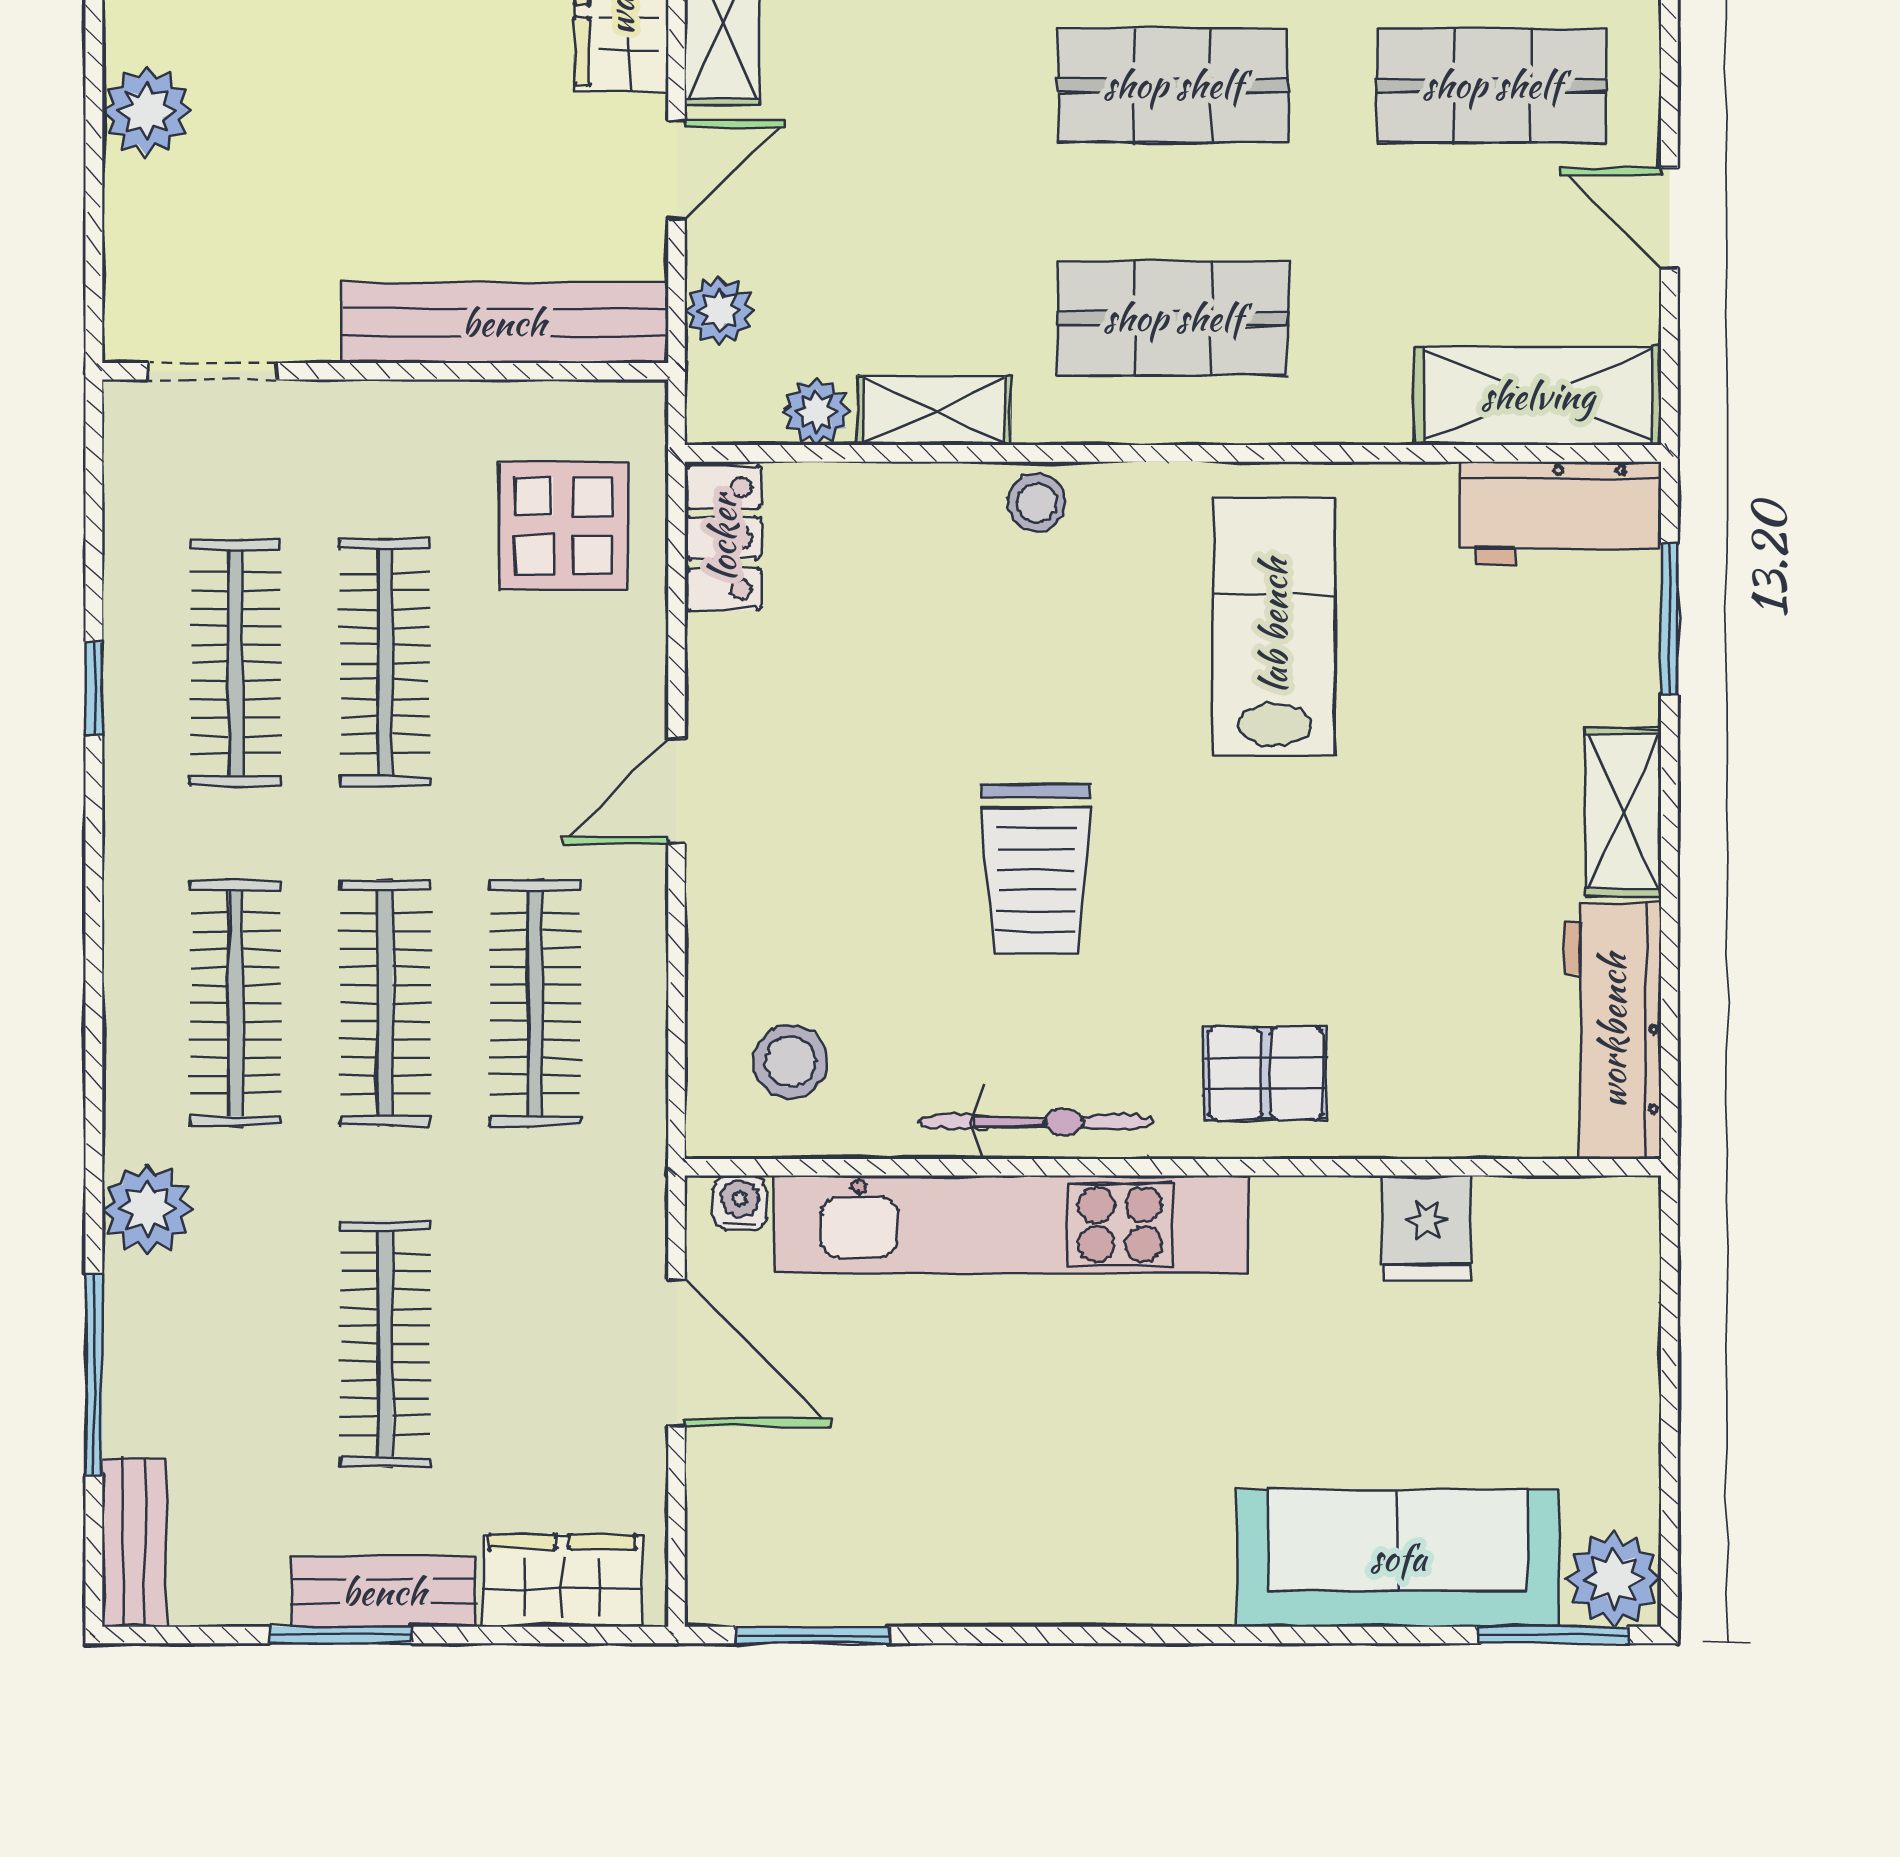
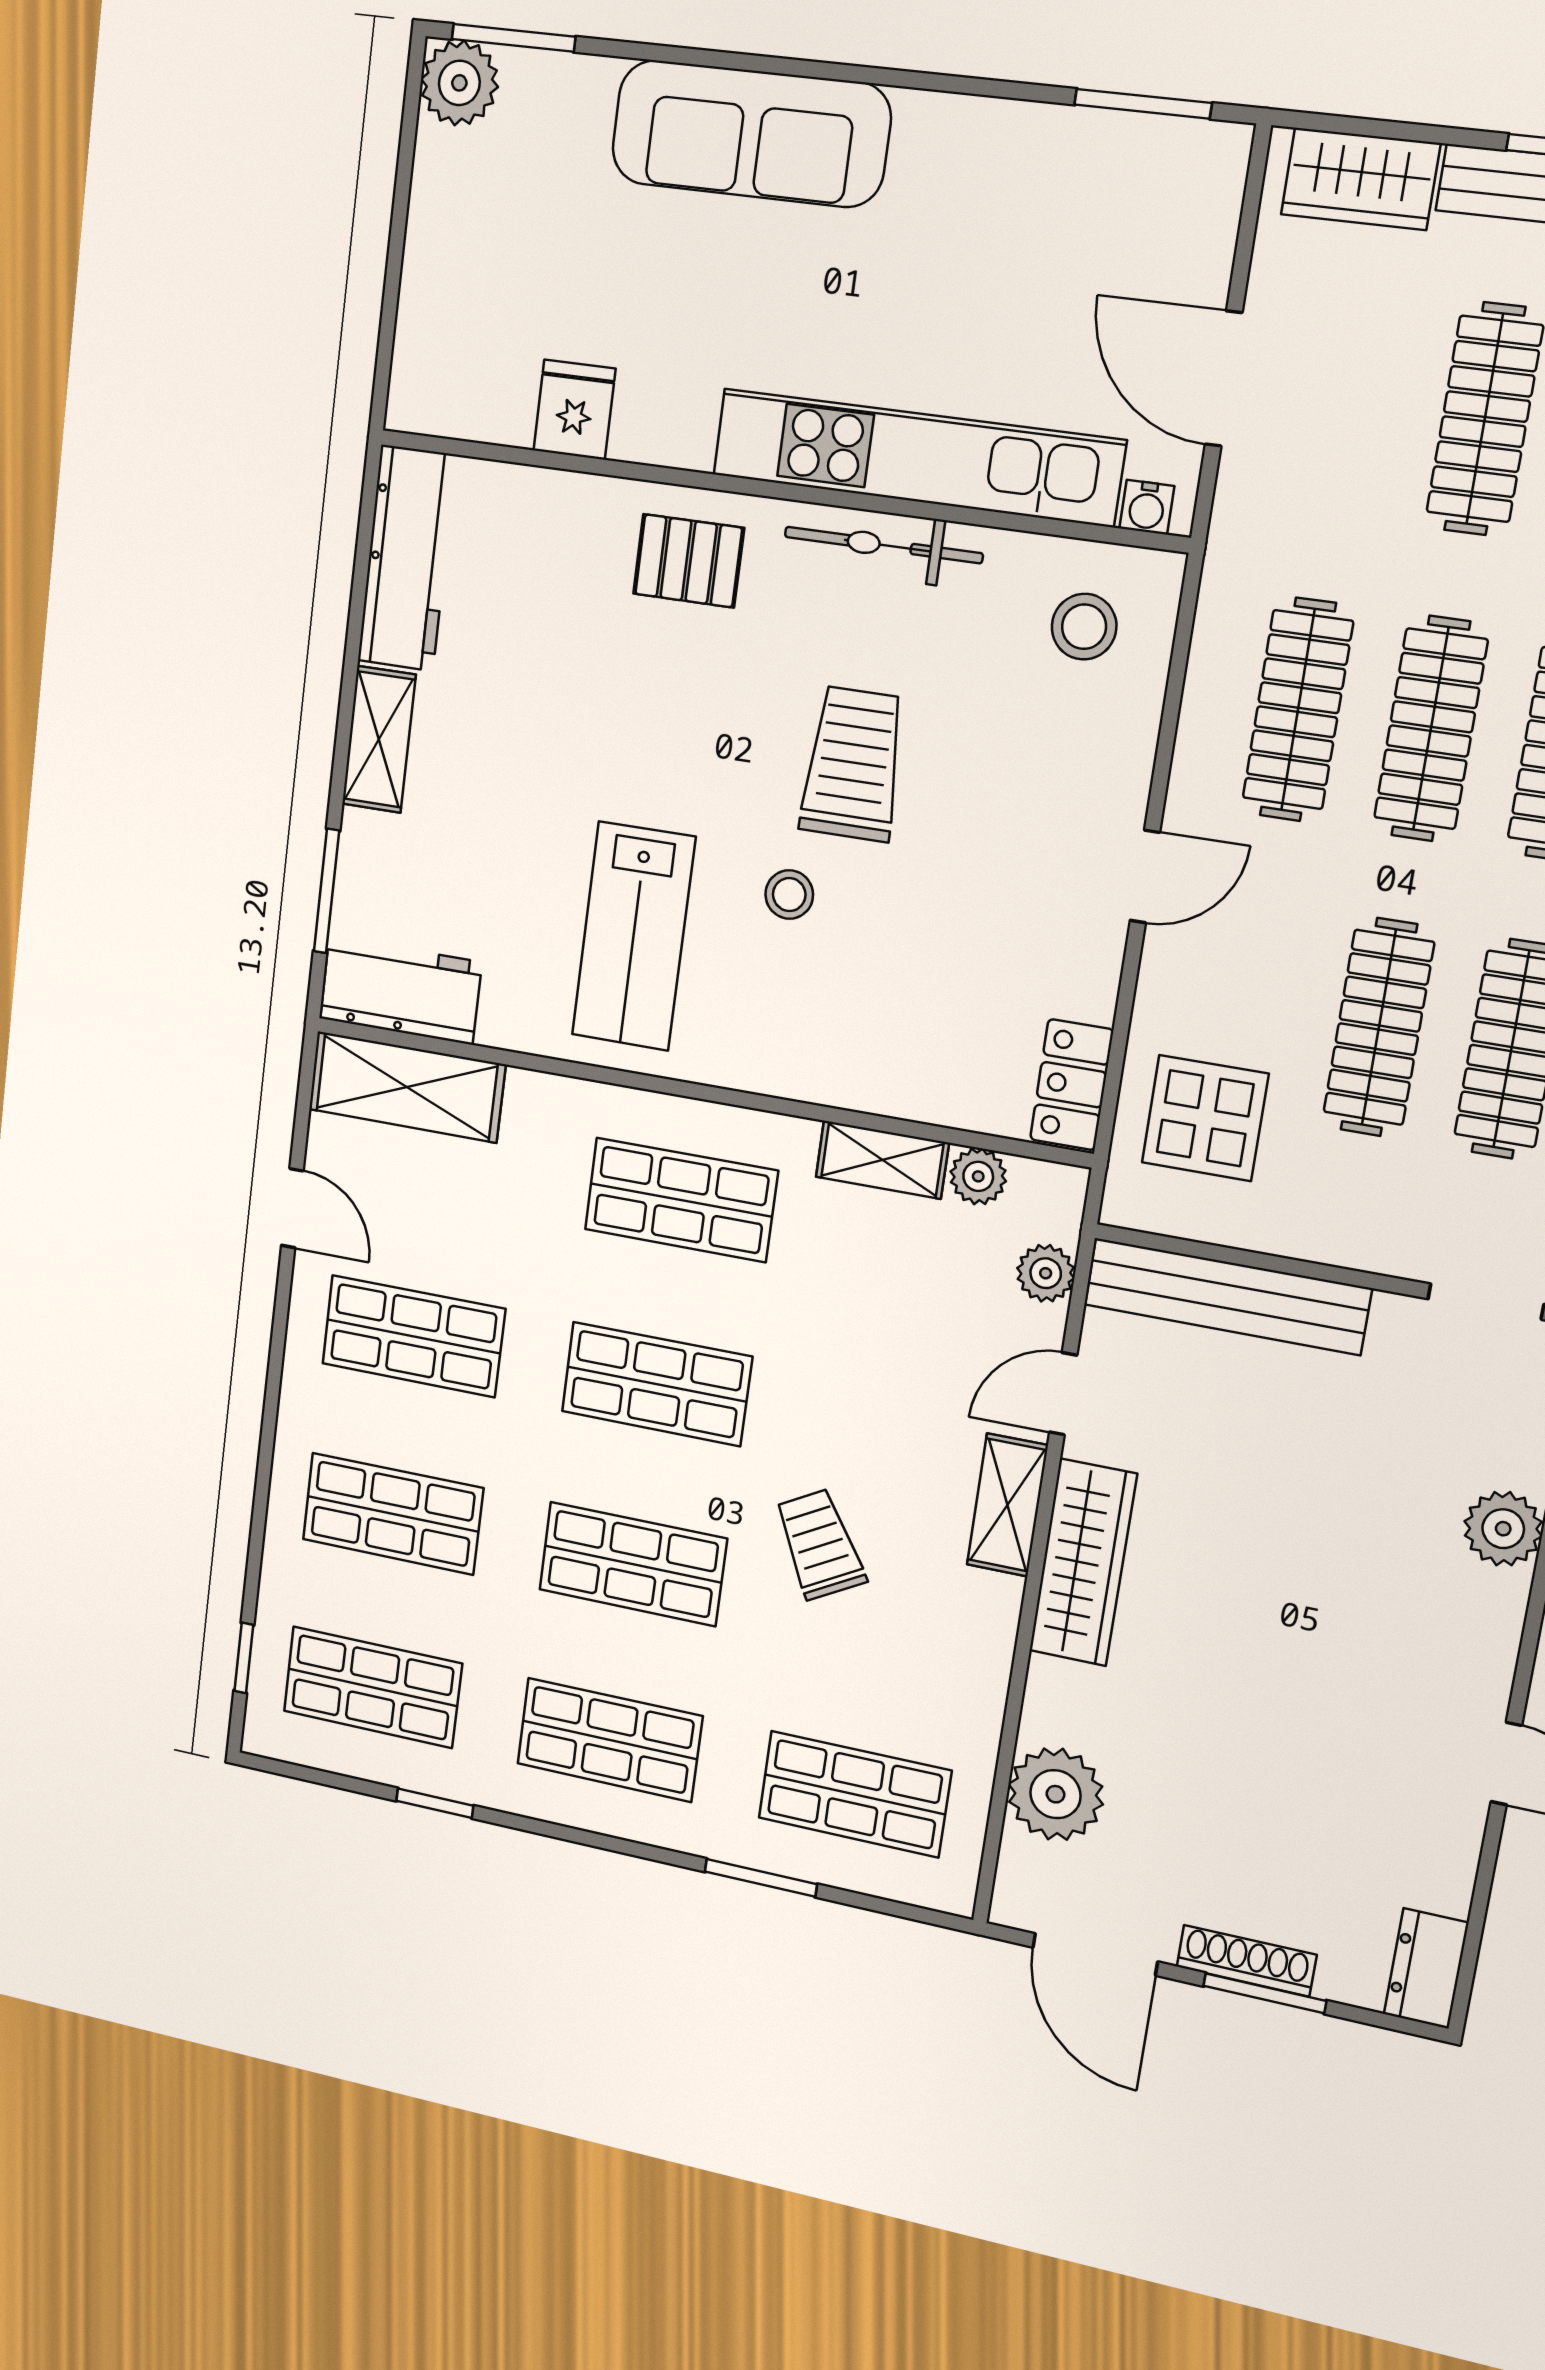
stool: (1037, 503) -> (789, 895), moved
sofa: (1398, 1558) -> (751, 134), moved

